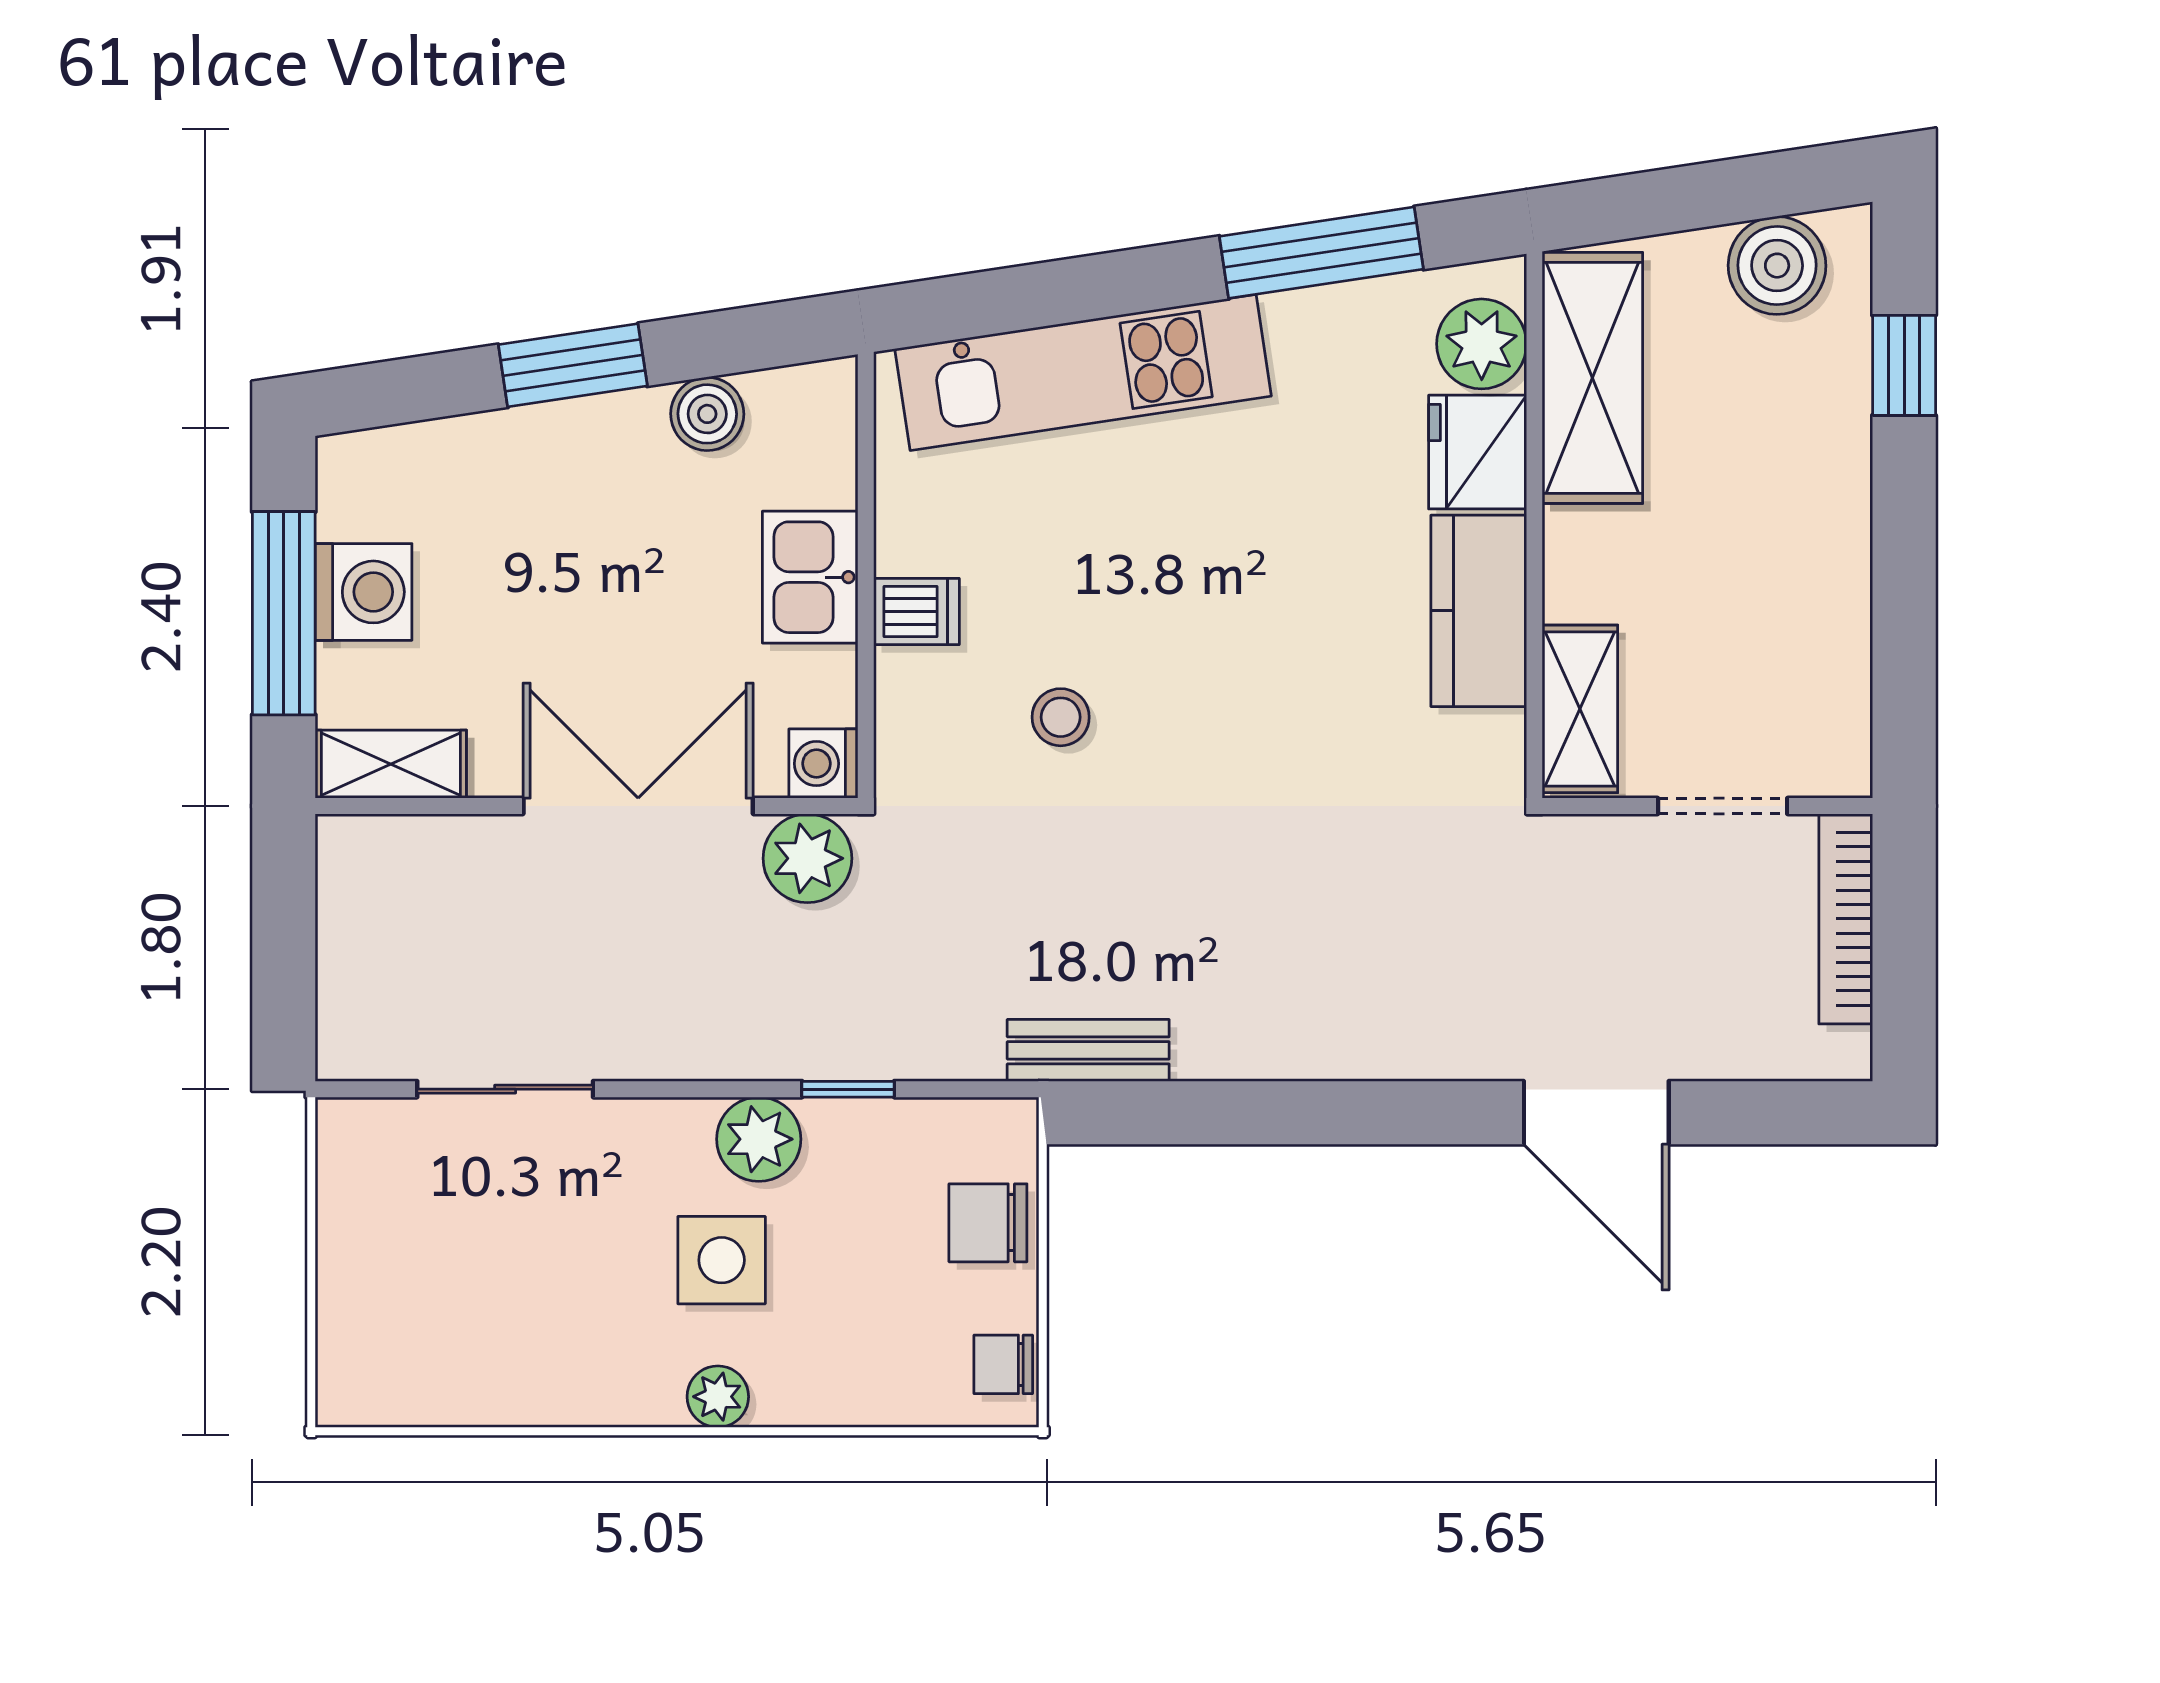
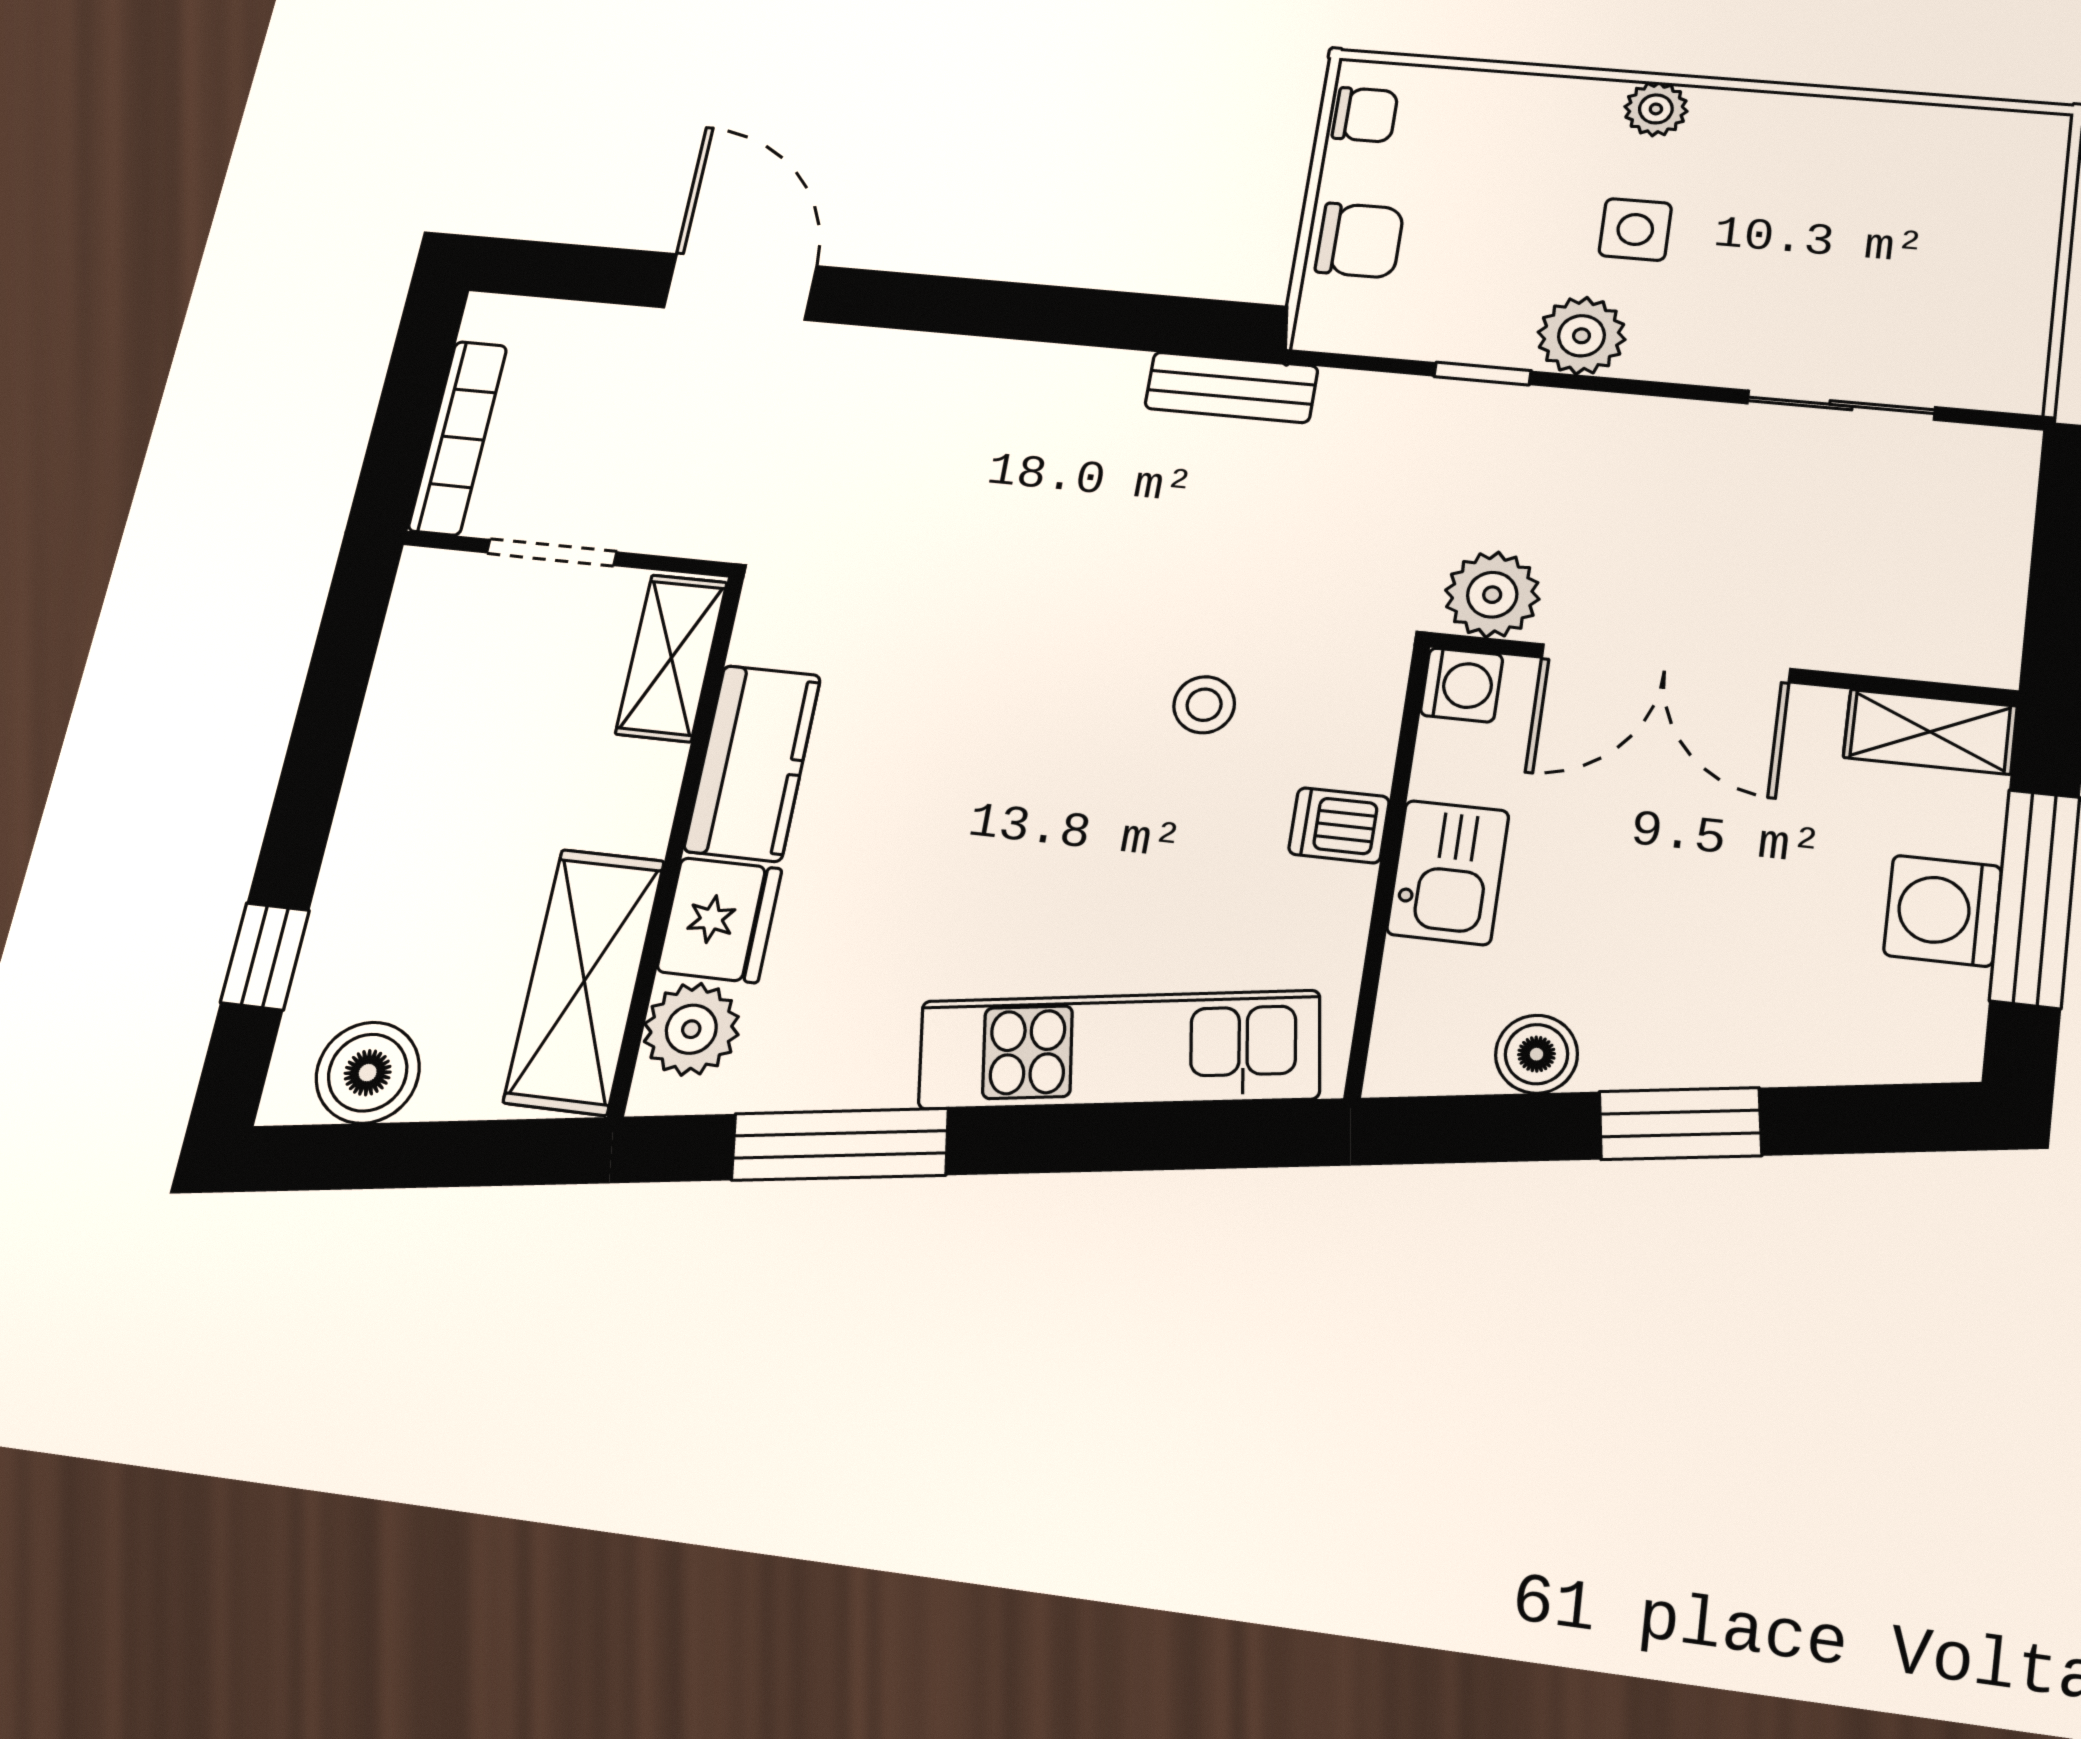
side table: (722, 1260) -> (1635, 229), width x0.73, depth x0.73

